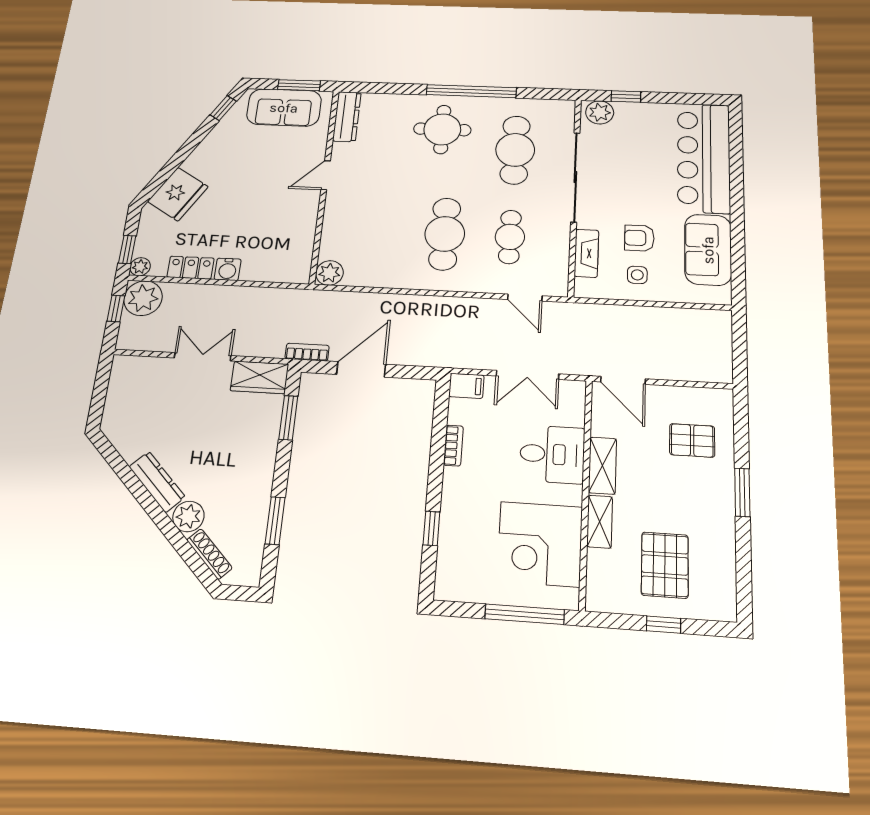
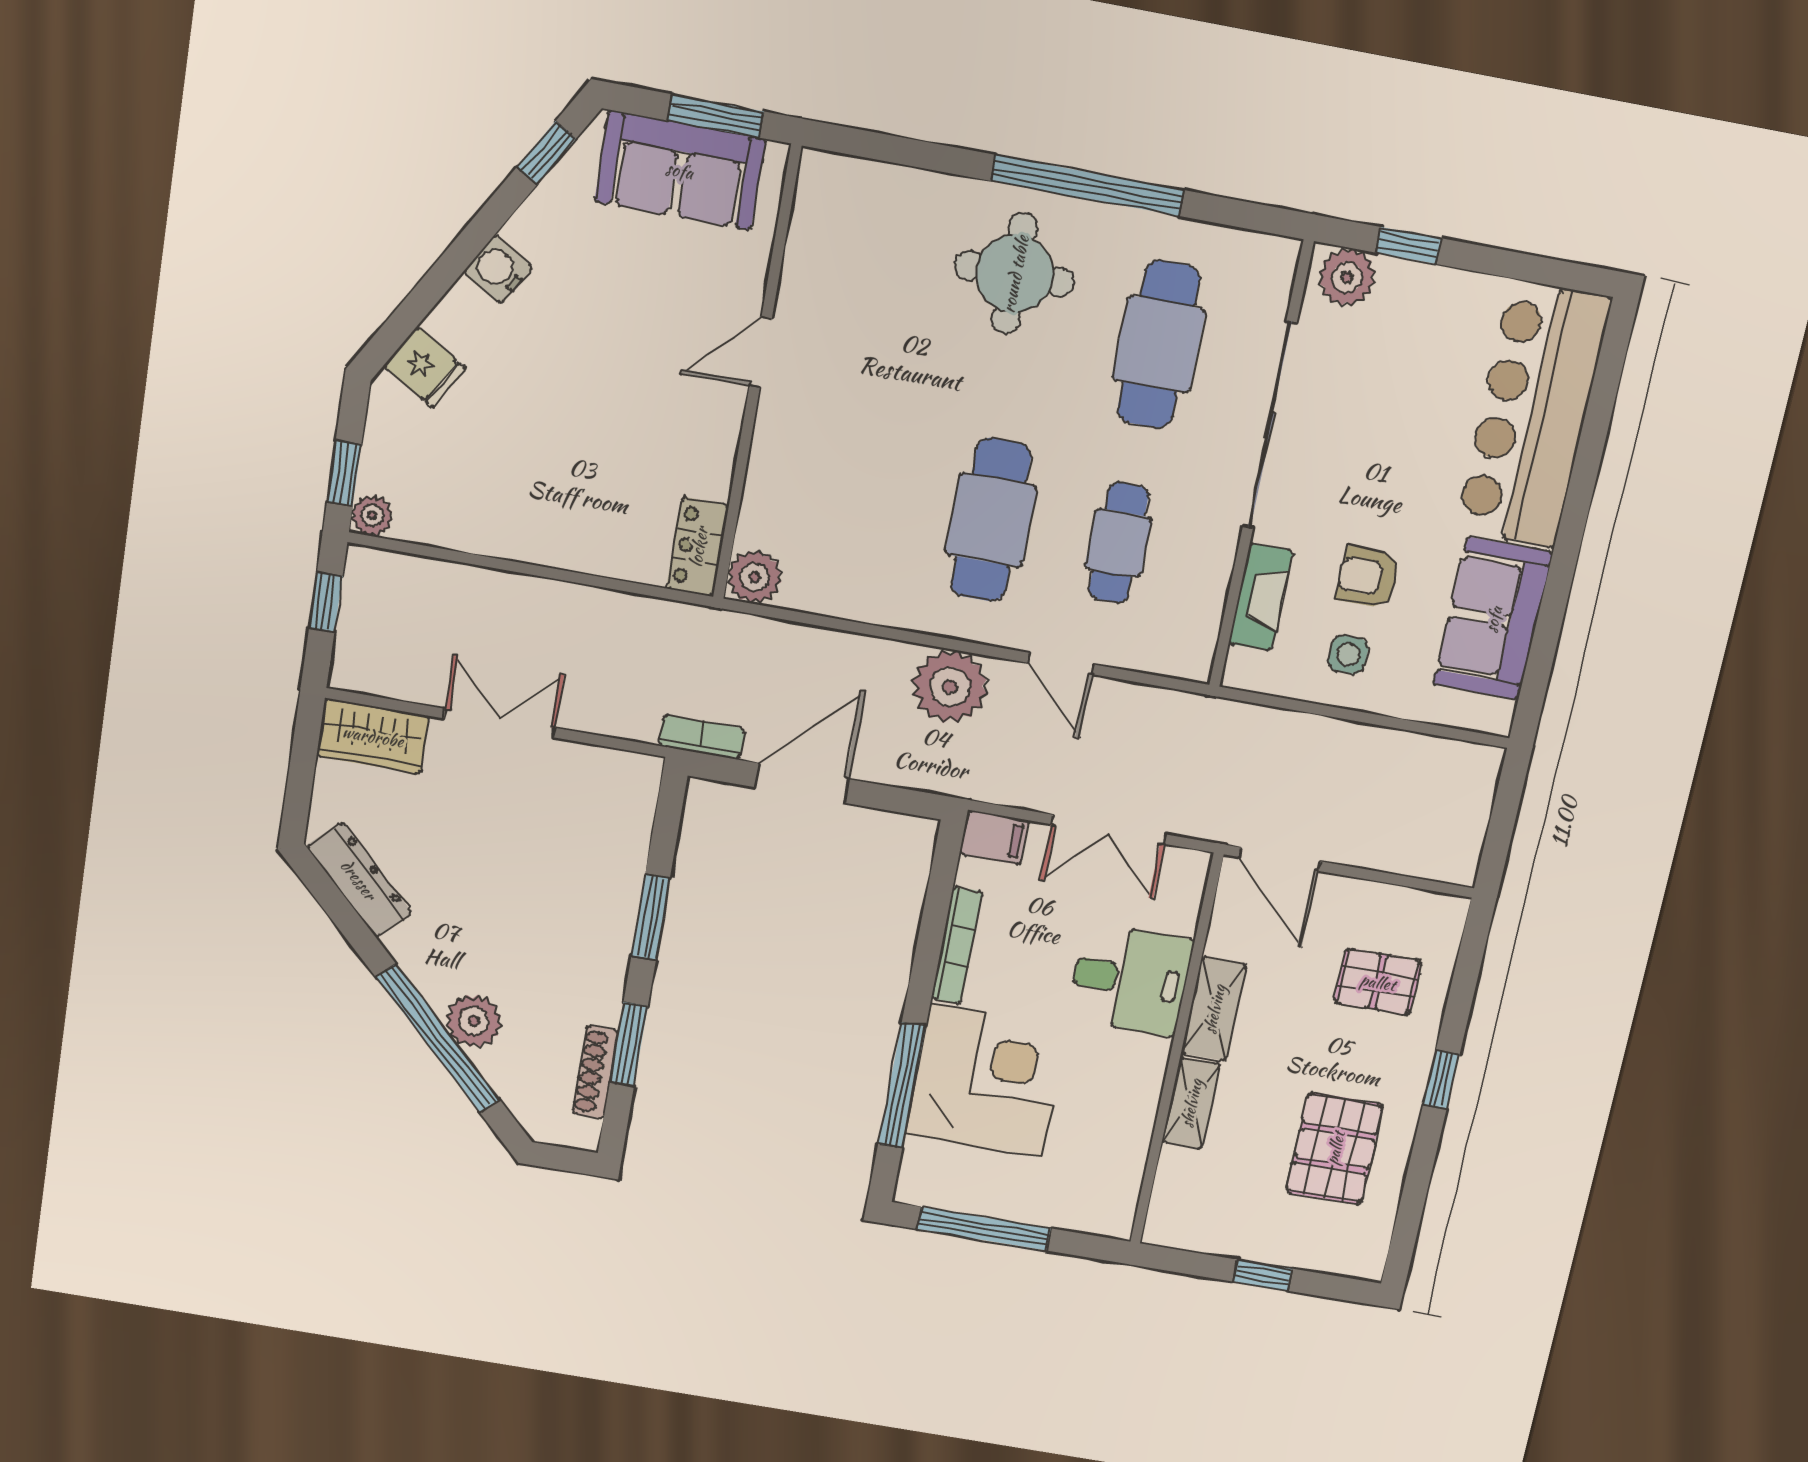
dresser: (347, 117) -> (815, 213), removed
fridge: (178, 194) -> (425, 367), width x0.53, depth x0.75
locker: (191, 268) -> (698, 547), moved, turned -90
water cooler: (228, 269) -> (498, 269), moved, turned 121
plant: (143, 298) -> (950, 687), moved
door: (525, 298) -> (1061, 664), moved
wardrobe: (260, 377) -> (373, 736), moved
window: (288, 418) -> (651, 917), moved
bookcase: (453, 446) -> (957, 945), width x1.56
dresser: (157, 482) -> (359, 880), moved
window: (742, 492) -> (1441, 1079), width x0.67
window: (431, 528) -> (902, 1085), width x2.17
window: (169, 529) -> (438, 1039), added
corner desk: (540, 544) -> (987, 1080), moved, turned 180
shoe rack: (209, 554) -> (595, 1072), moved, turned -135
pallet: (665, 565) -> (1335, 1148), moved
window: (525, 614) -> (984, 1229), moved

